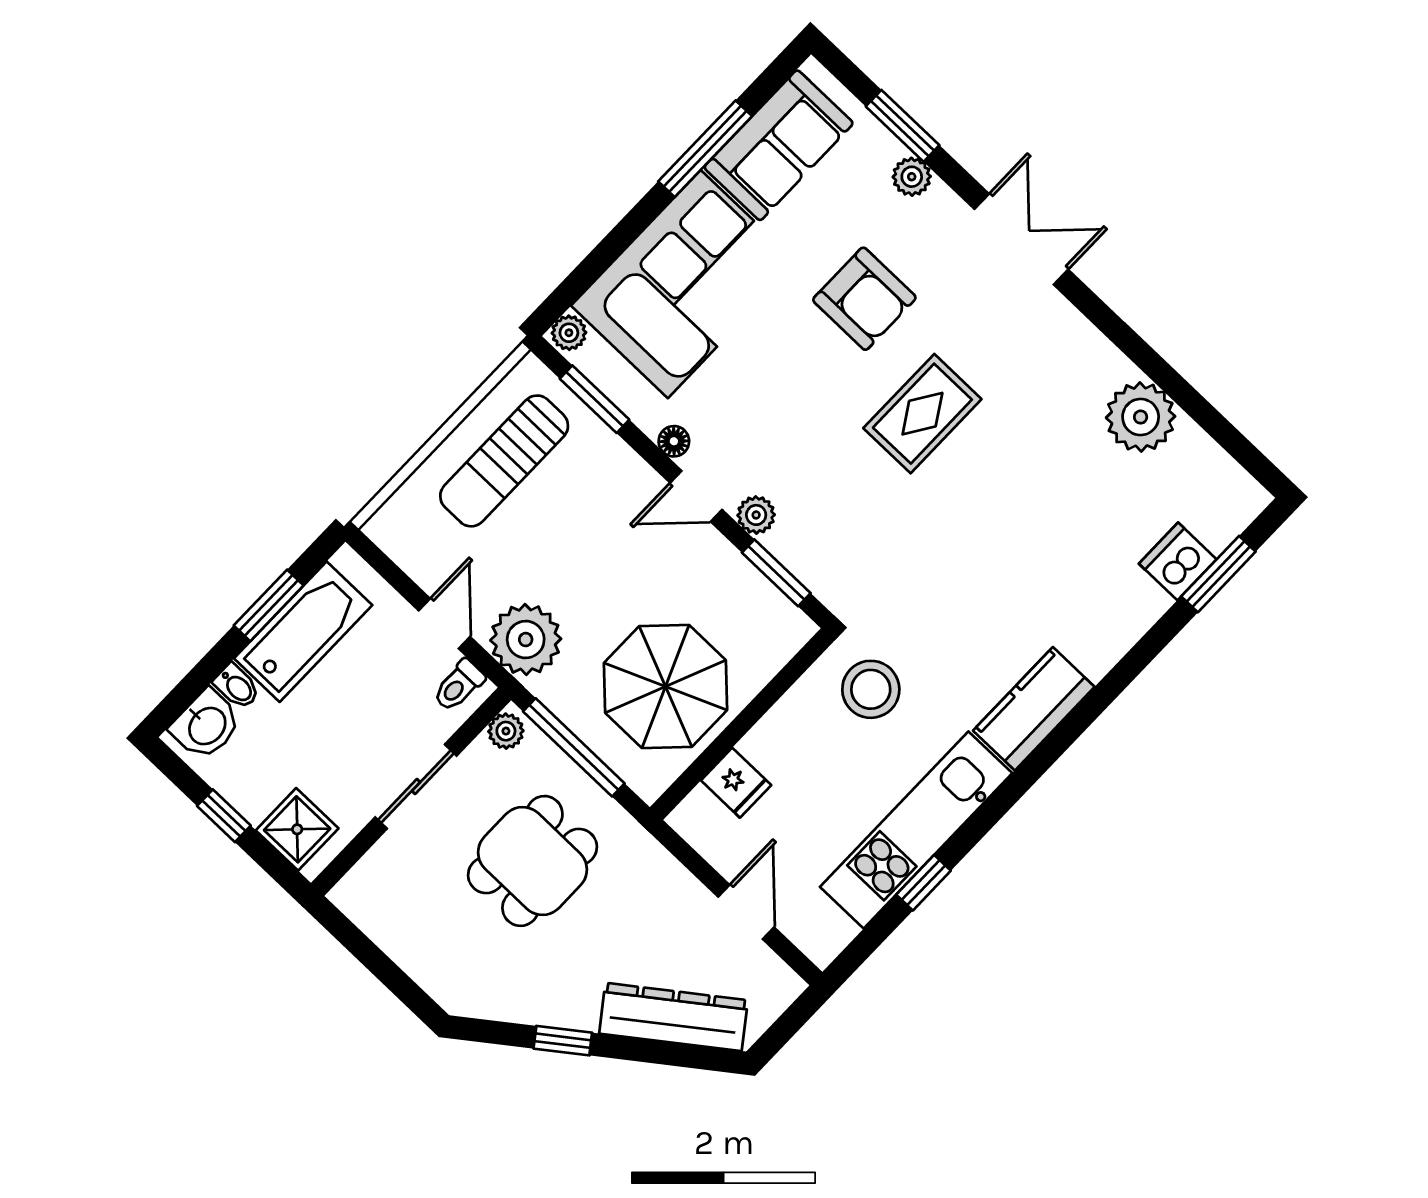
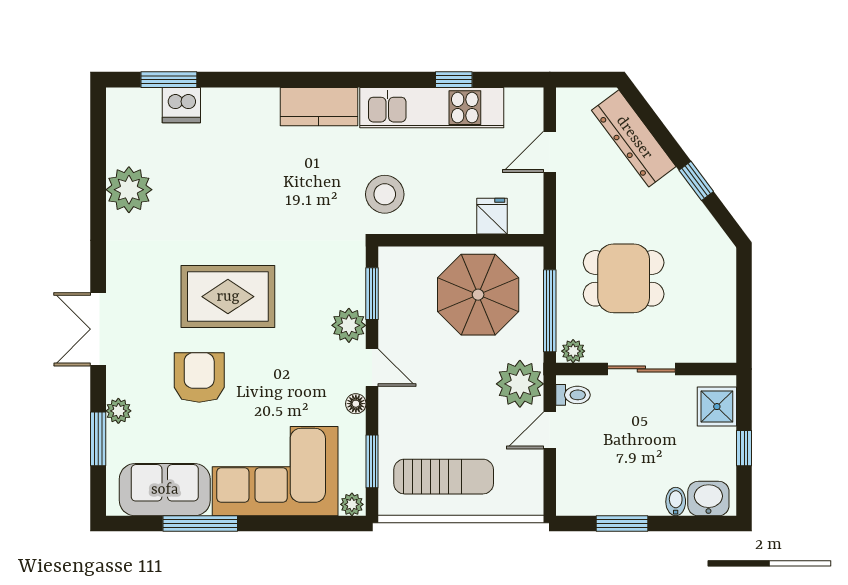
rug: (922, 414) -> (228, 297), width x1.36, depth x1.43
plant: (756, 515) -> (349, 325), width x1.38, depth x1.38
bathtub: (303, 632) -> (619, 495), removed

